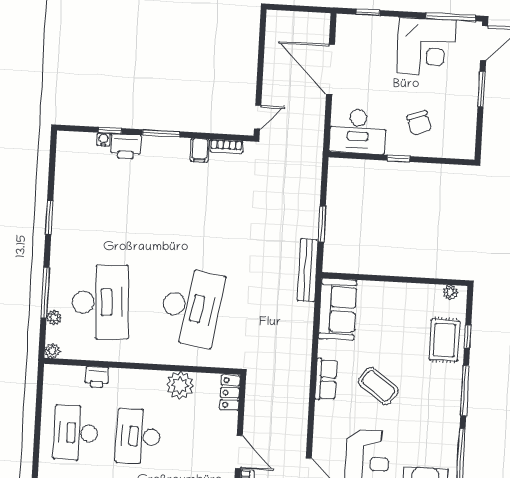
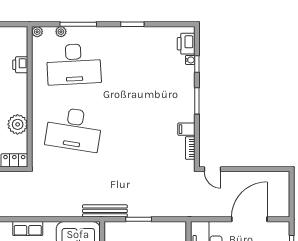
printer: (126, 146) -> (186, 44), moved

